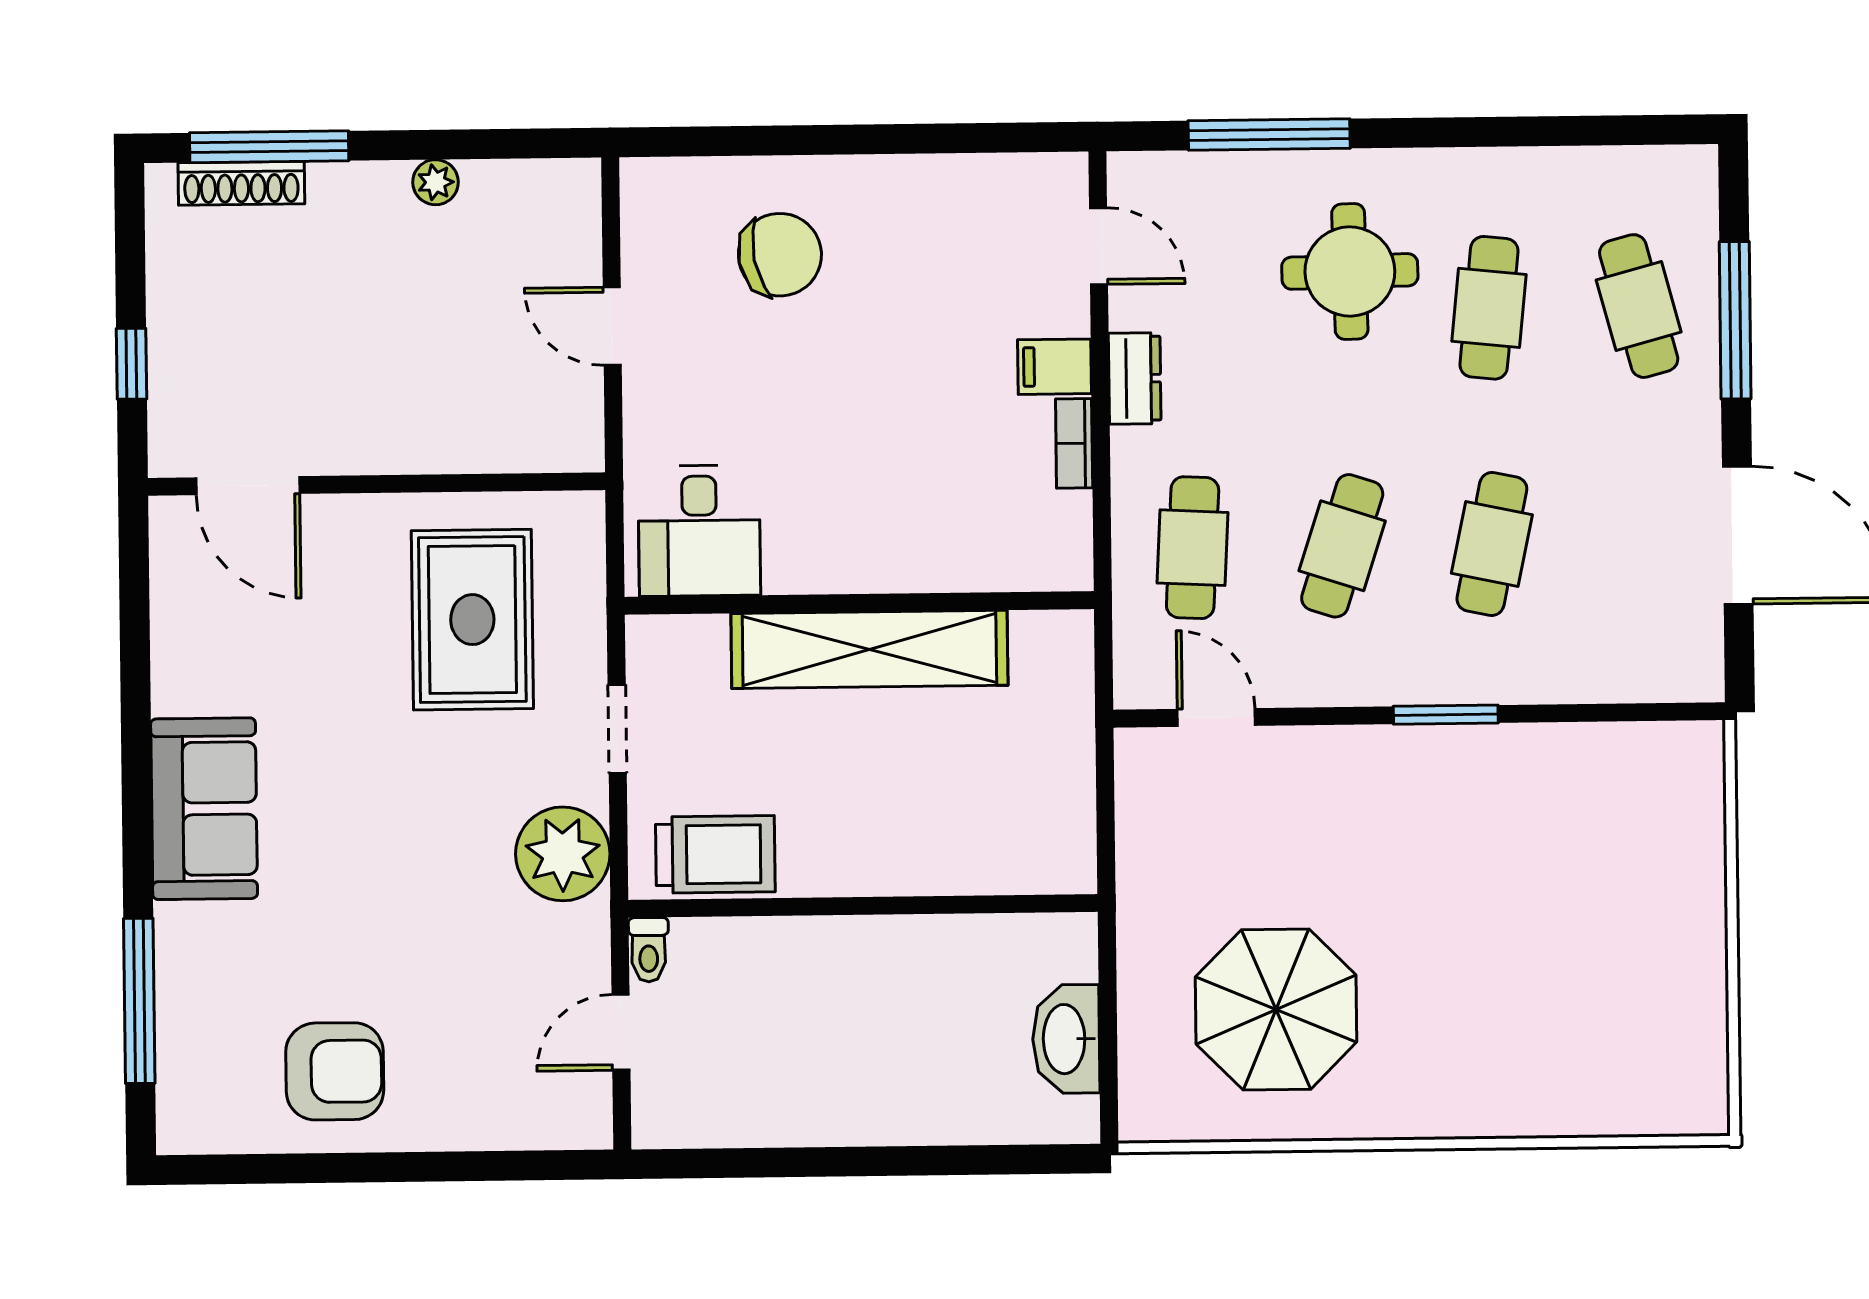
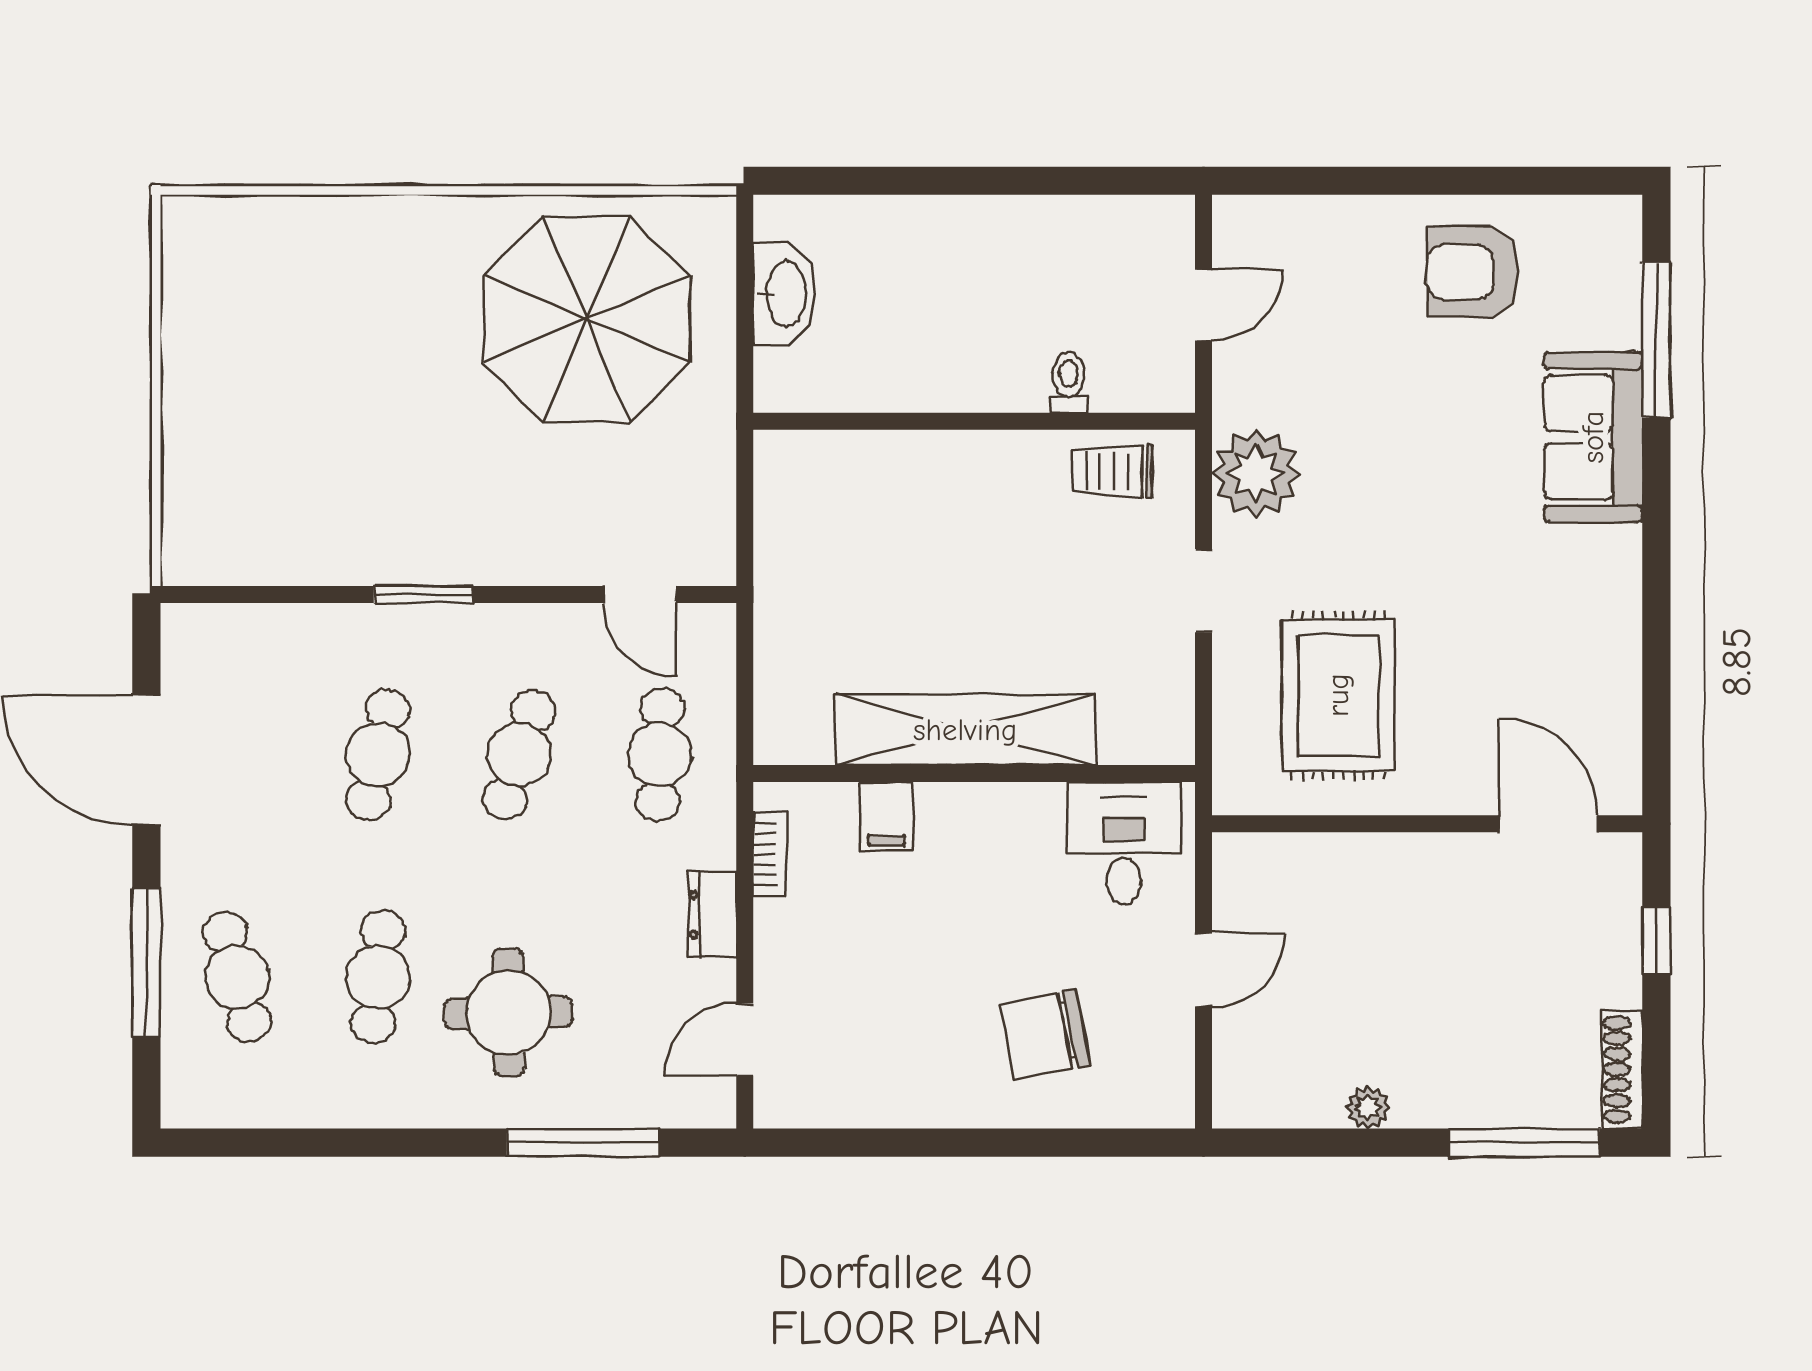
shoe rack: (241, 183) -> (1622, 1069), moved, turned -90
door: (1098, 246) -> (745, 1040), hinge flipped
door: (612, 326) -> (1203, 970), hinge flipped
filing cabinet: (1055, 367) -> (886, 816), moved, turned 90
desk: (699, 531) -> (1124, 843), moved
wall: (859, 603) -> (974, 774), moved
shelving: (869, 649) -> (965, 730), moved
sofa: (204, 809) -> (1593, 437), moved
trolley: (715, 854) -> (1113, 471), width x0.73, depth x0.72
toilet: (649, 950) -> (1069, 382), moved
parasol: (1276, 1009) -> (586, 319), width x1.36, depth x1.36

